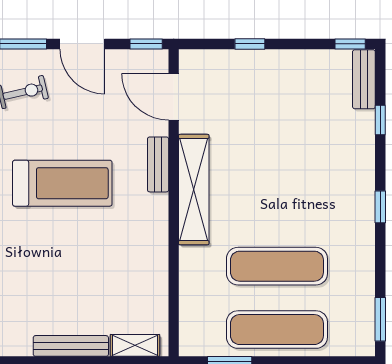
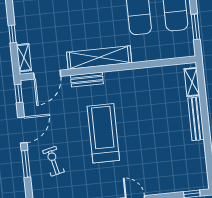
shelving: (207, 60) -> (24, 58), added

